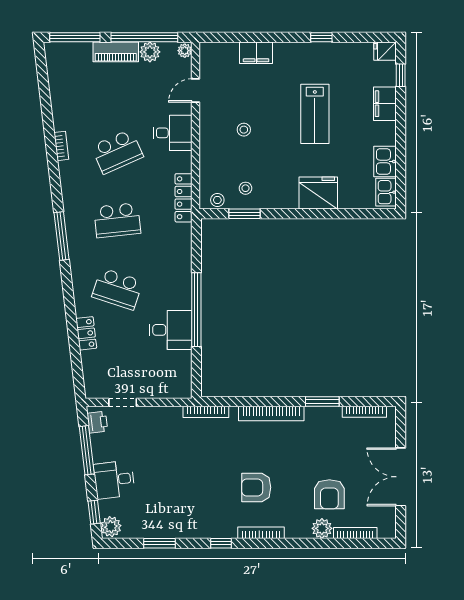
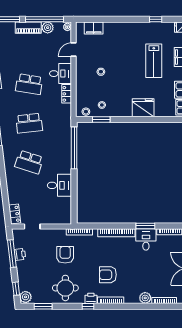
window: (321, 37) -> (156, 19), moved
filing cabinet: (256, 53) -> (94, 28), moved
lab bench: (315, 114) -> (154, 61), moved
school desk: (117, 152) -> (29, 84), turned 33
locker: (183, 198) -> (67, 94), moved, width x0.66
window: (196, 310) -> (74, 148), moved
locker: (86, 333) -> (15, 214), moved
printer: (97, 422) -> (20, 254), moved
desk: (114, 480) -> (146, 239), moved, turned 97
armchair: (329, 494) -> (65, 255), moved, turned 180
round table: (181, 511) -> (65, 288), added
printer: (226, 529) -> (91, 298), added
window: (160, 543) -> (43, 306), moved

